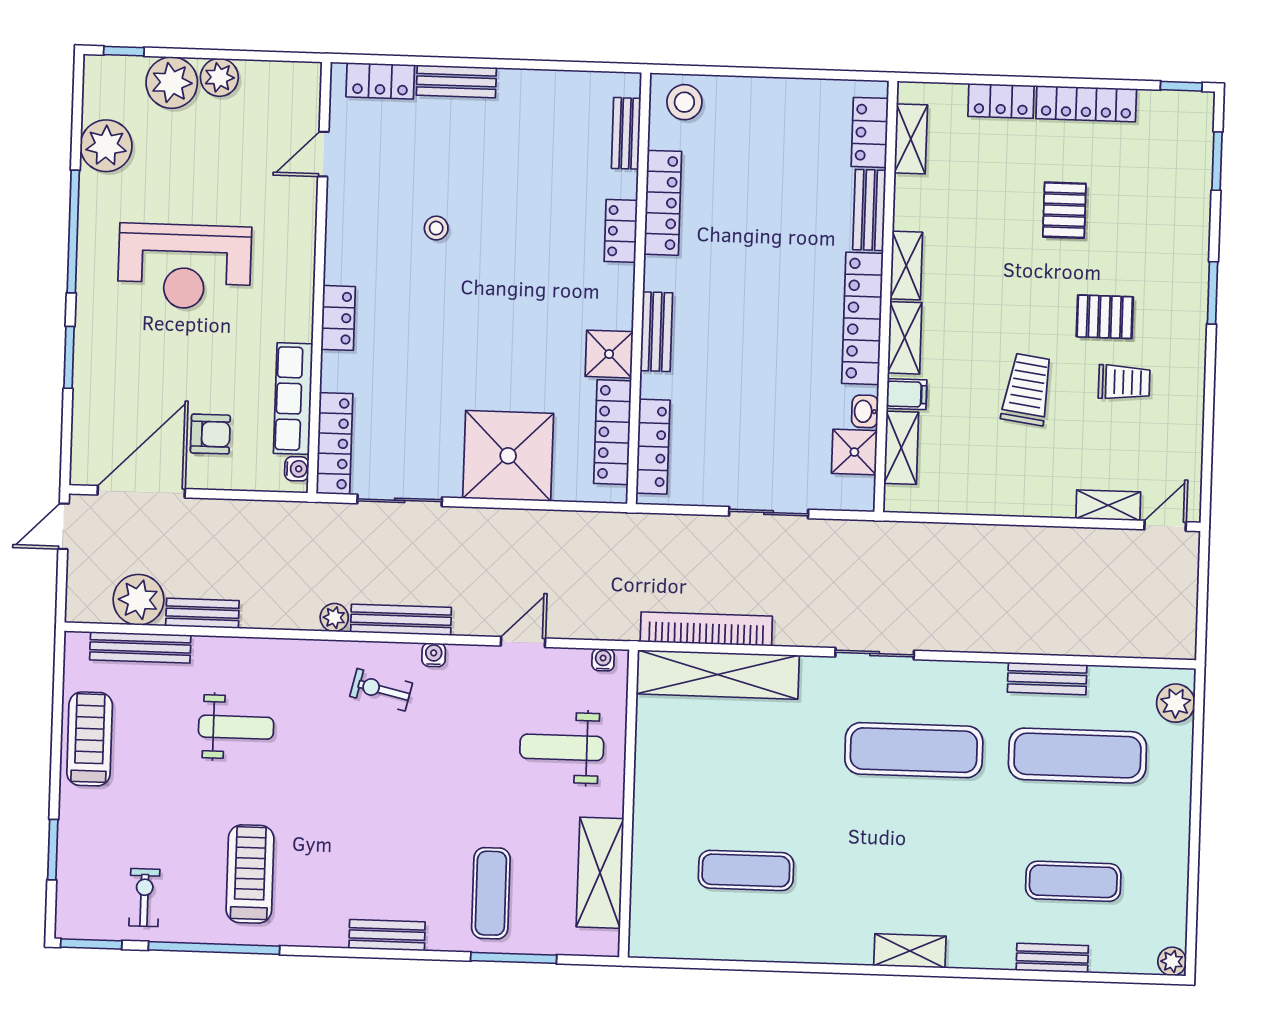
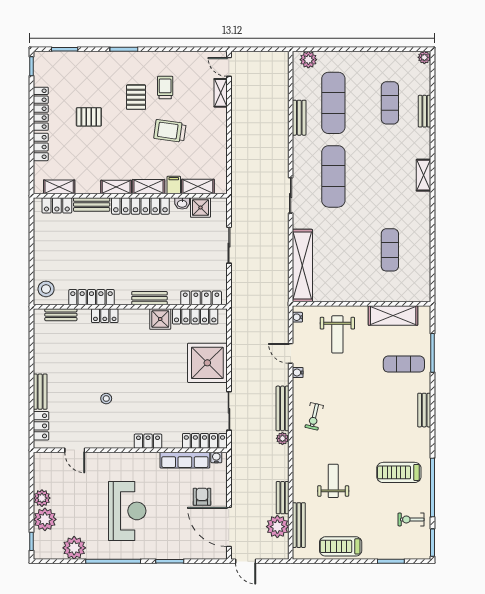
bookcase: (706, 629) -> (282, 271), removed
water cooler: (434, 655) -> (298, 373), moved

